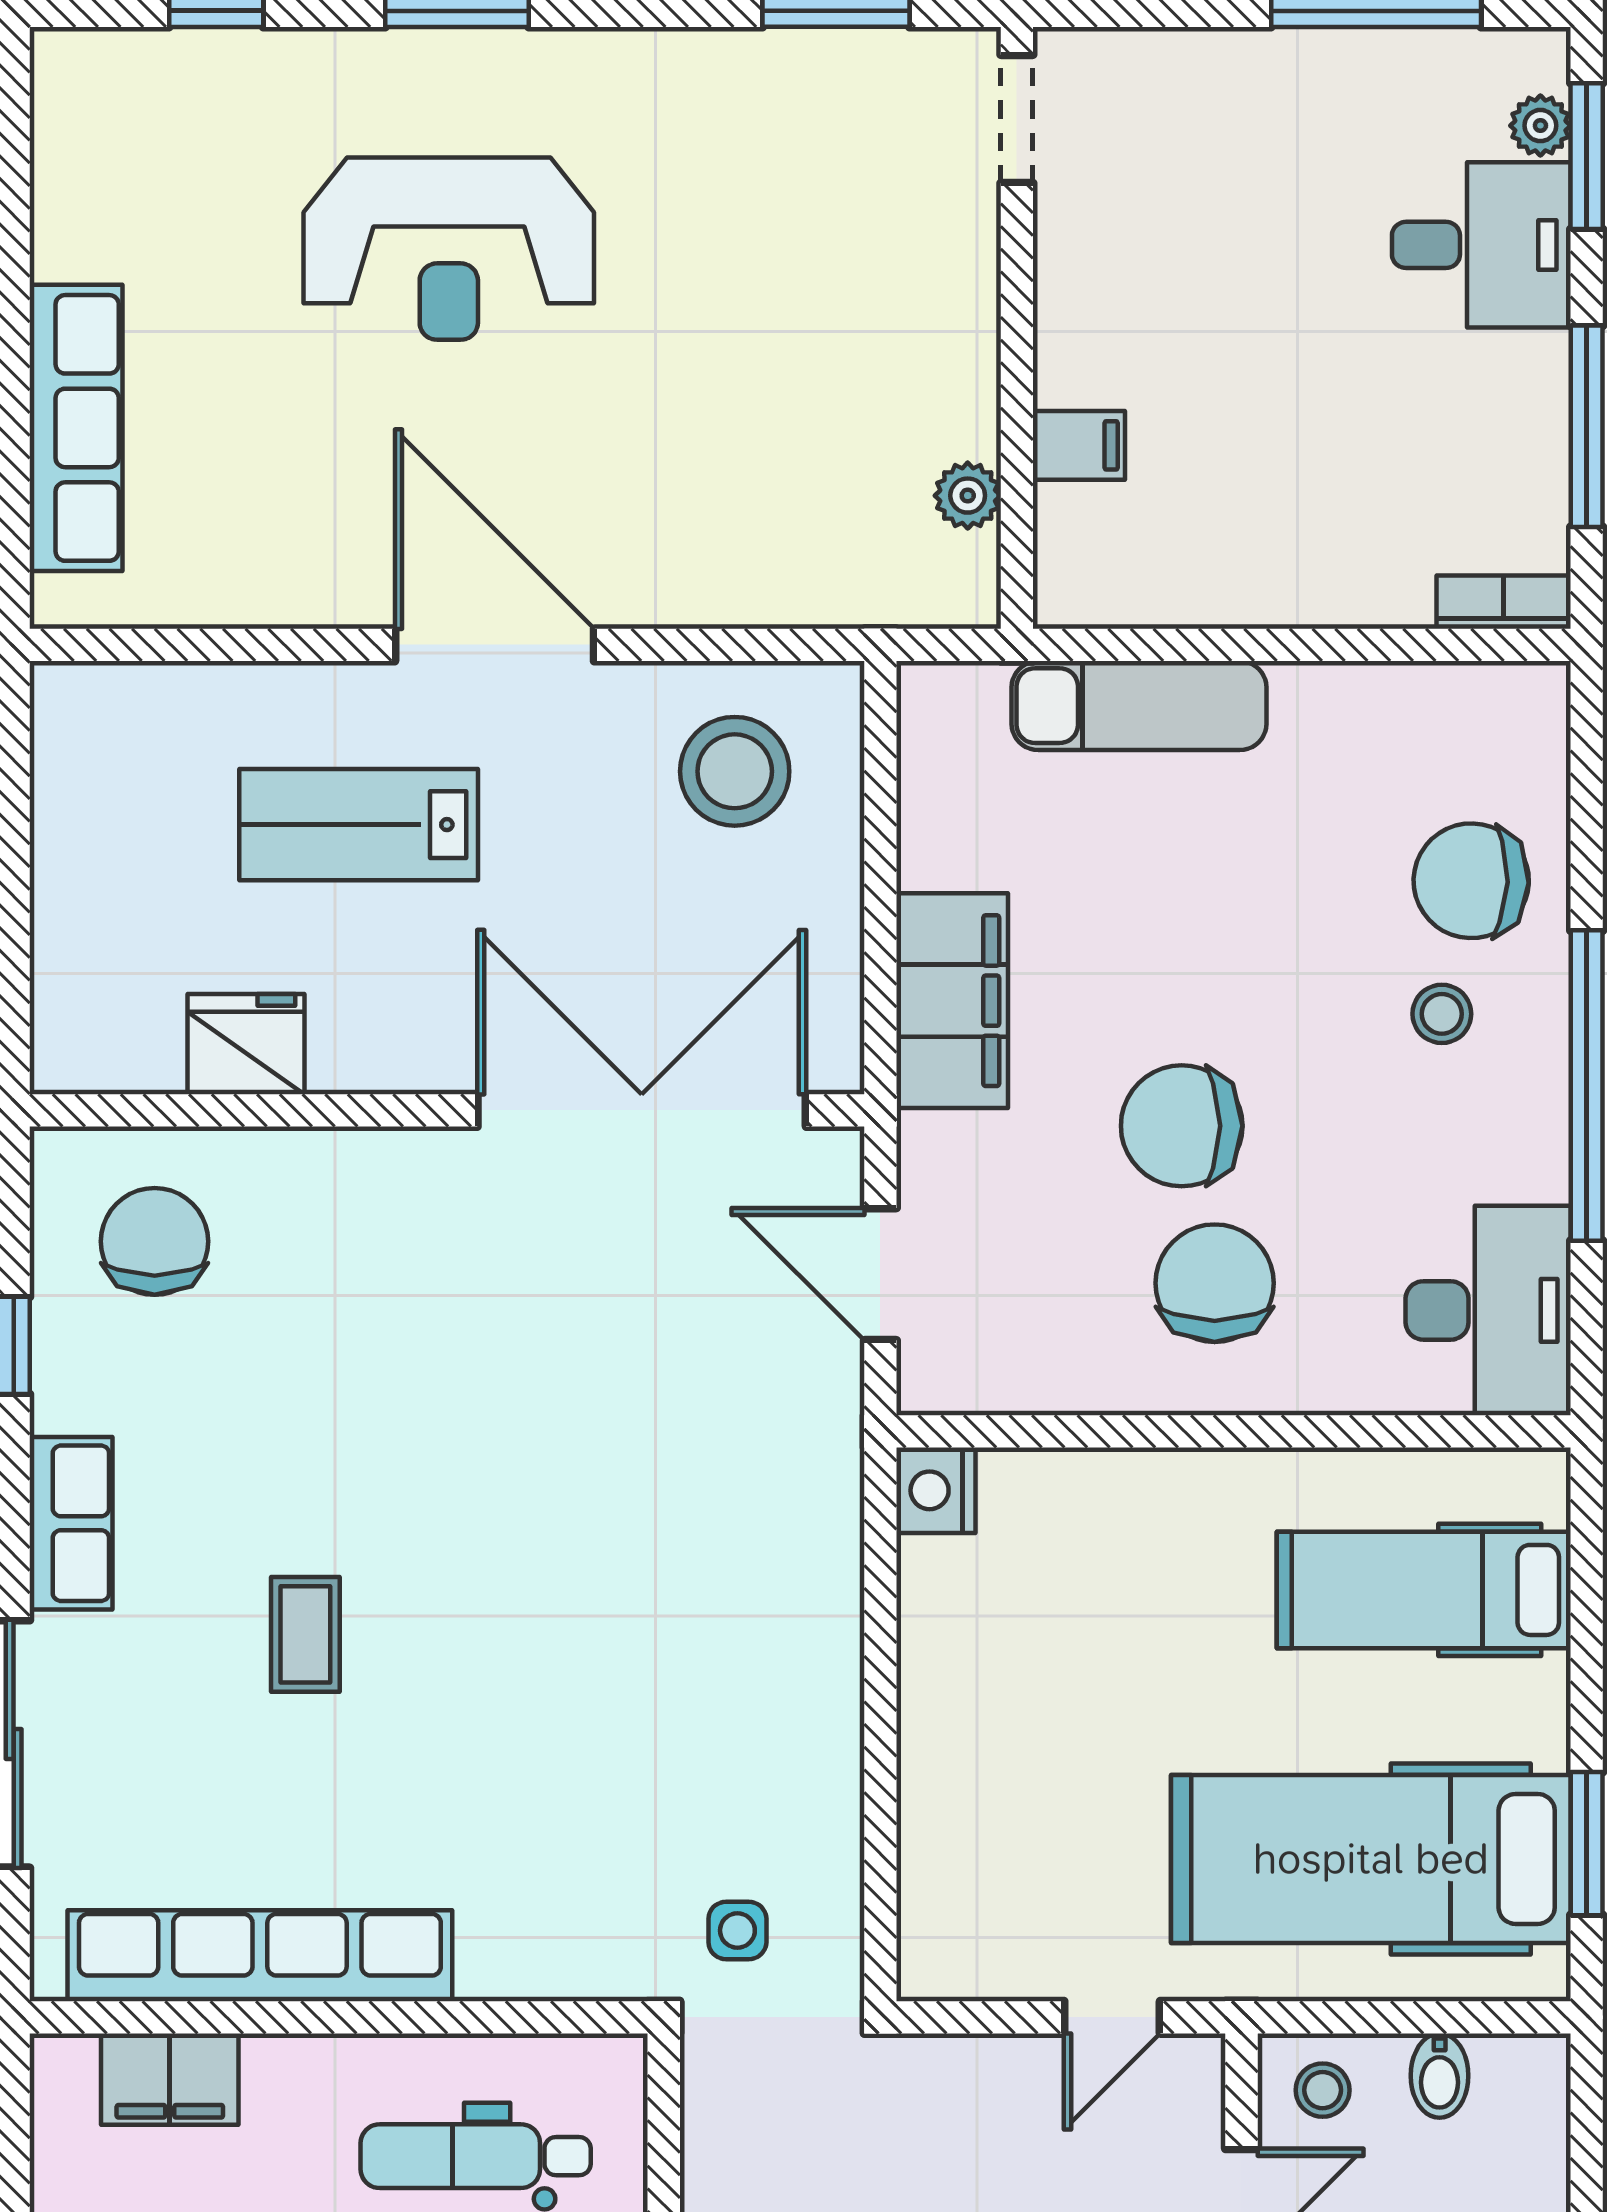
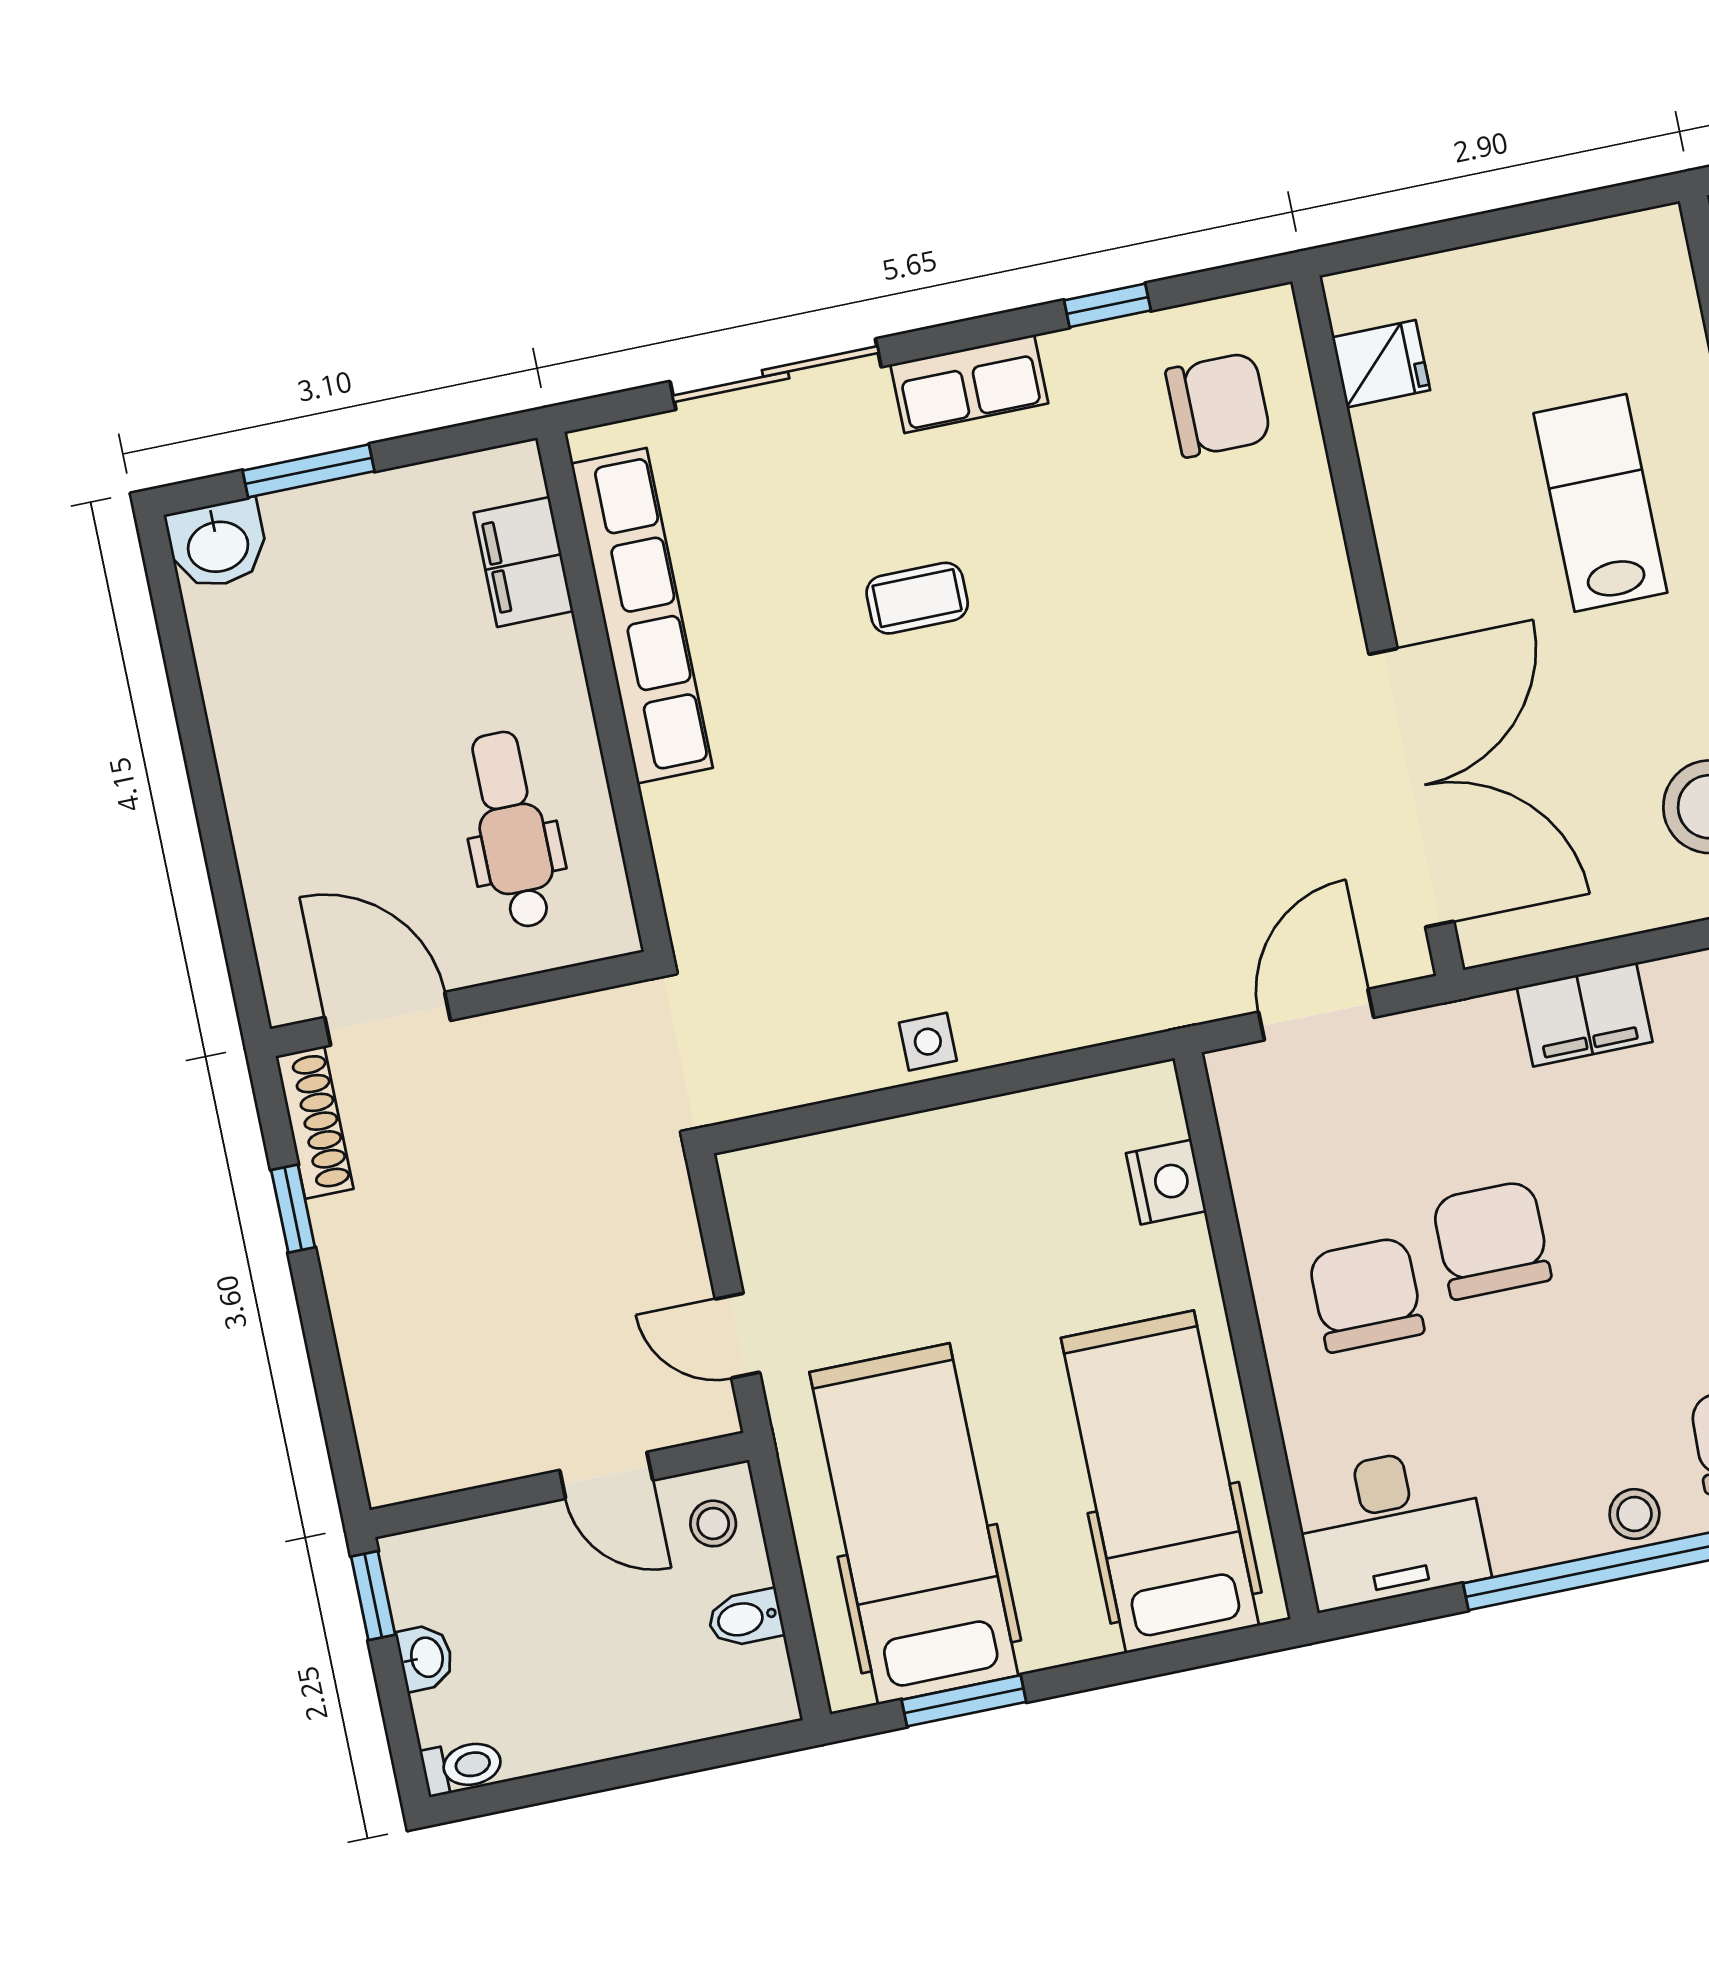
filing cabinet: (952, 1001) -> (1585, 1015), width x0.67, depth x0.86
stool: (1442, 1014) -> (1634, 1514), moved
fridge: (246, 1044) -> (1381, 364), moved, width x0.72
chair: (1215, 1283) -> (1366, 1295), turned -90
nightstand: (936, 1490) -> (1166, 1182), moved, turned 90
hospital bed: (1424, 1590) -> (1160, 1482), width x1.37, depth x1.29
side table: (737, 1930) -> (928, 1042), moved

